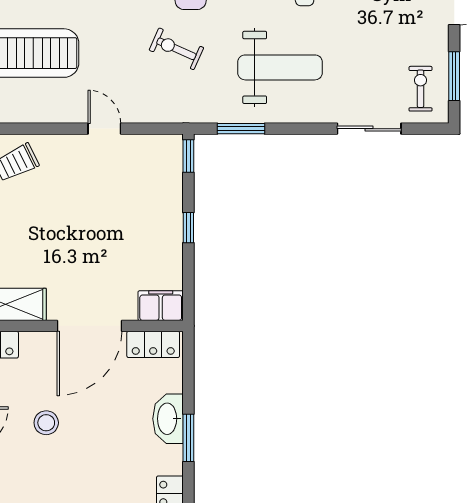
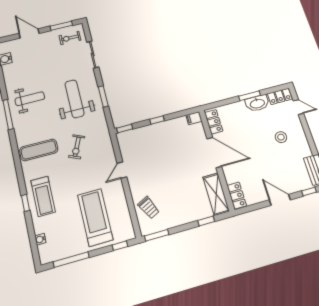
window: (241, 129) -> (103, 96), moved
filing cabinet: (161, 306) -> (194, 118), width x0.50
washbasin: (168, 419) -> (257, 103), moved
stool: (46, 423) -> (281, 137), moved

